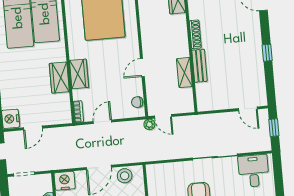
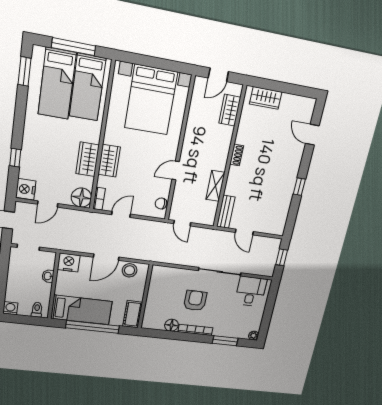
shoe rack: (195, 34) -> (237, 155), width x0.70
bench: (199, 66) -> (226, 212), moved
door: (248, 109) -> (244, 232), moved
floor lamp: (62, 114) -> (81, 198), added
plant: (149, 124) -> (167, 228), removed

